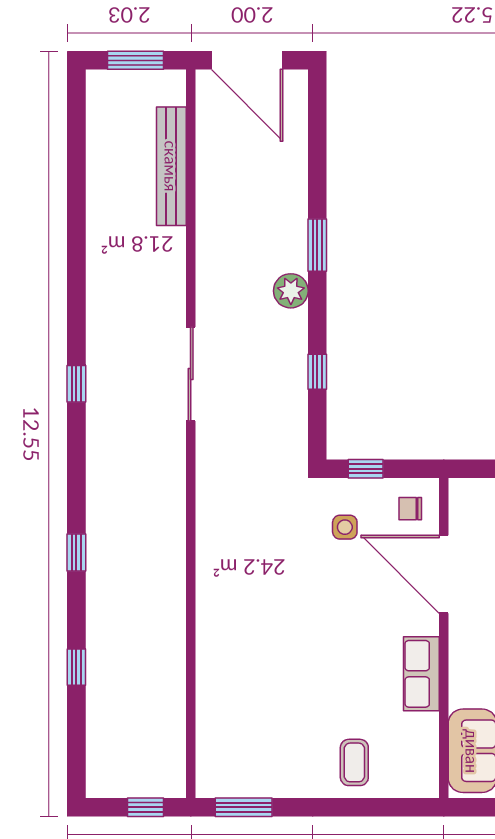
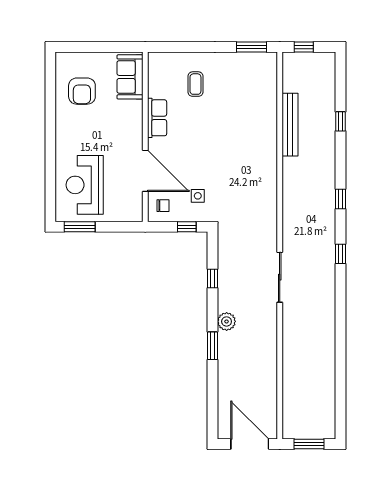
bench: (171, 166) -> (290, 125), moved
window: (76, 384) -> (341, 254), moved
window: (76, 552) -> (341, 199), moved
coffee table: (354, 762) -> (195, 84), moved

